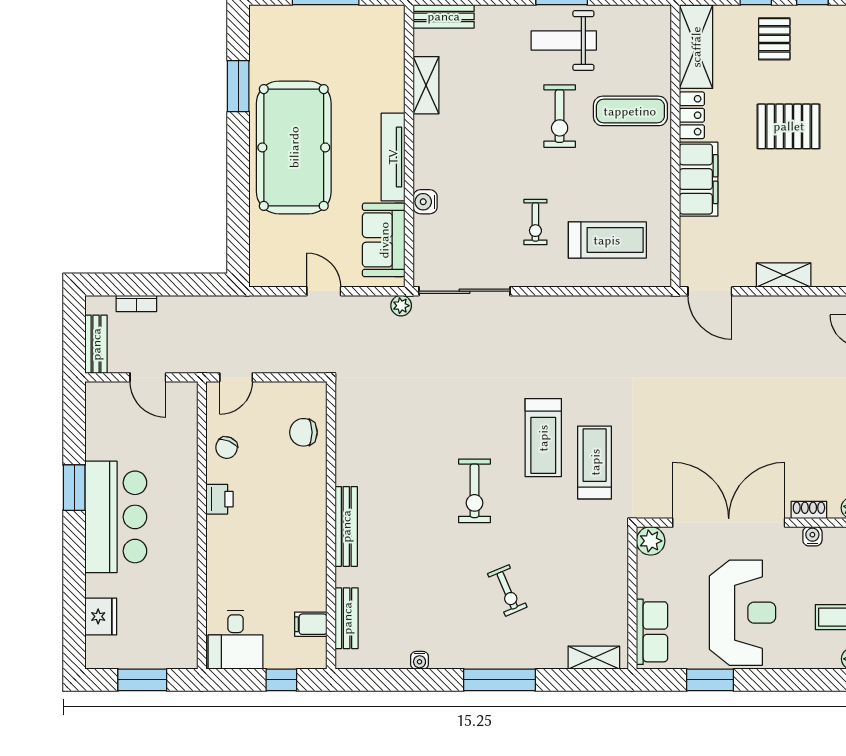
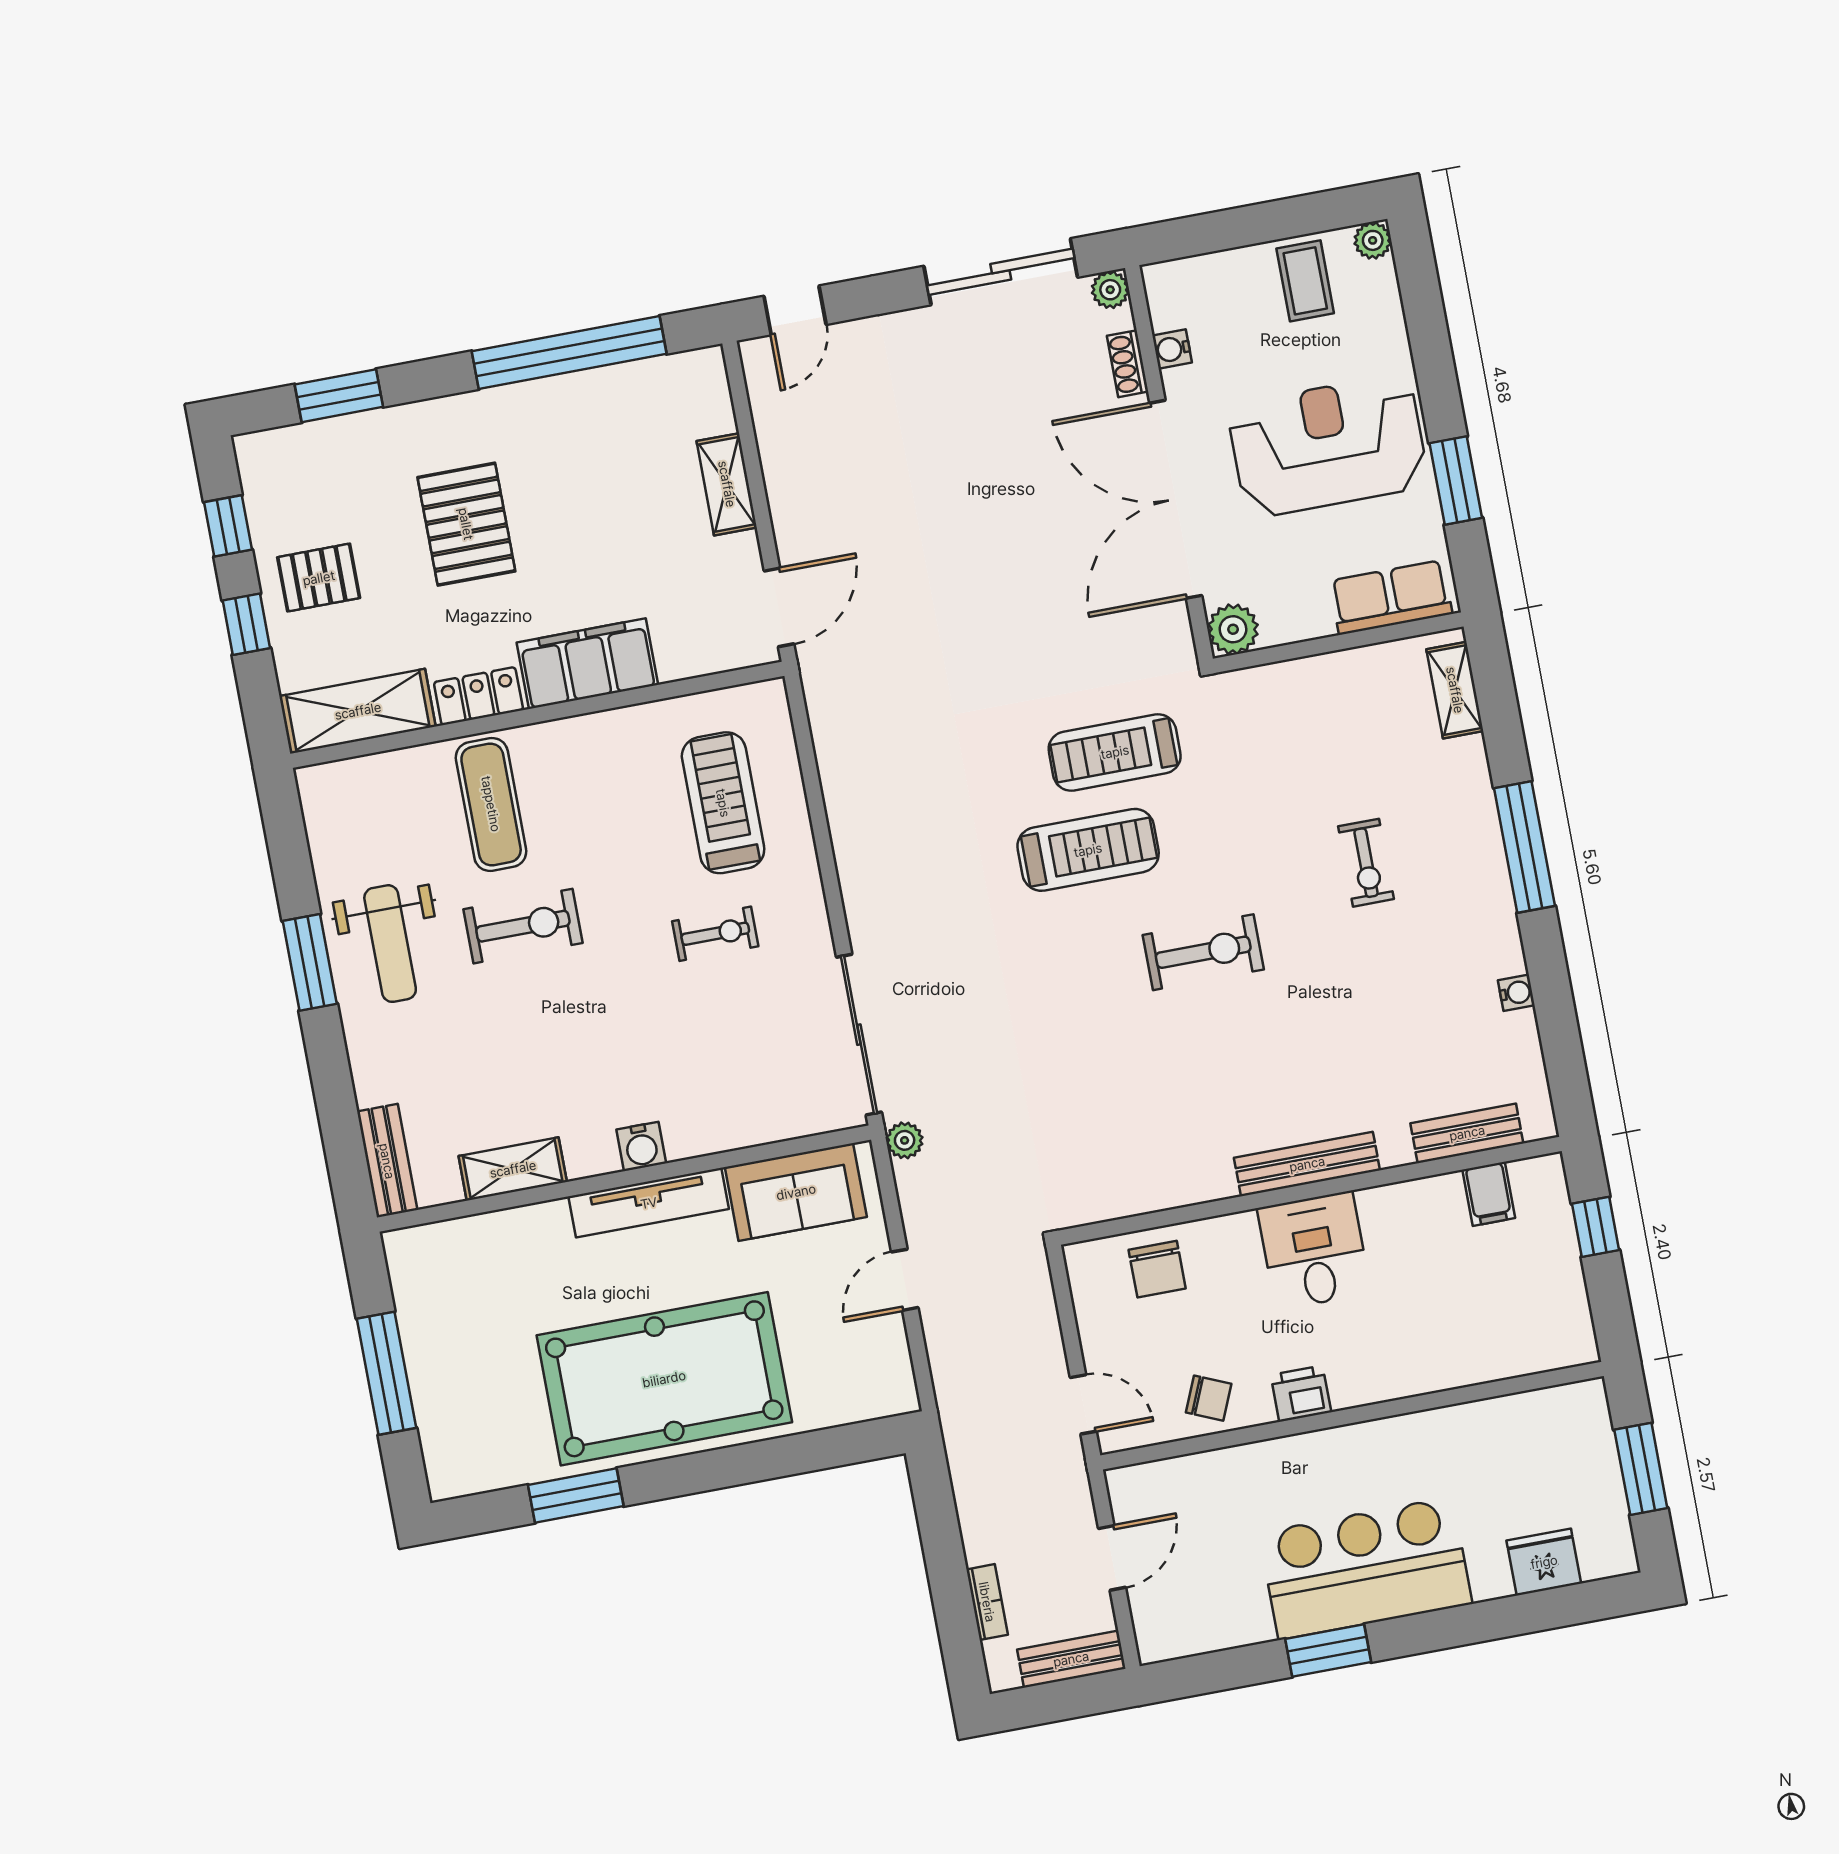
water cooler: (425, 202) -> (641, 1146), moved
exercise bike: (507, 590) -> (1366, 863), turned 113
desk: (236, 640) -> (1314, 1251), moved, turned -90

